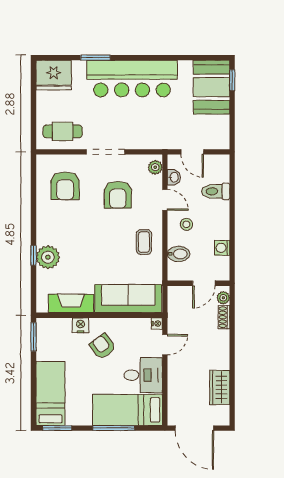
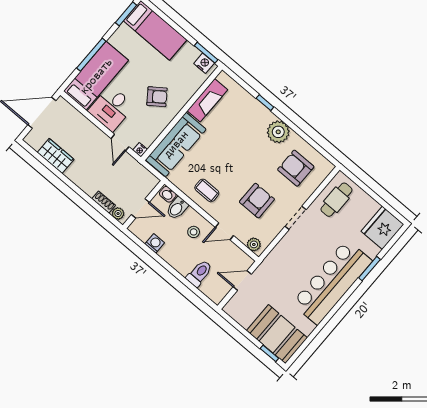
doorway: (105, 152) -> (295, 218), width x0.73
washbasin: (174, 177) -> (168, 194), moved
armchair: (118, 195) -> (257, 201), turned 90
plant: (48, 257) -> (278, 132), moved
door: (204, 283) -> (140, 208), swing flipped
nightstand: (81, 325) -> (204, 63), moved, turned -90

